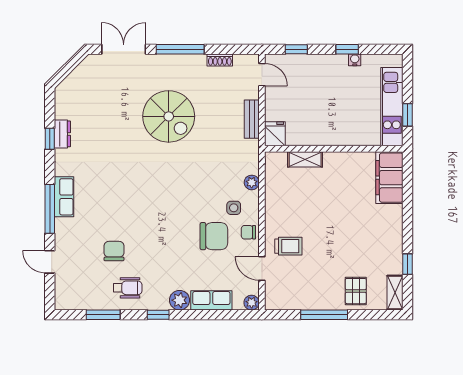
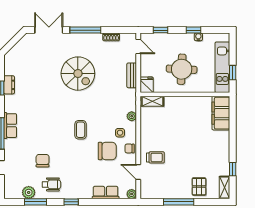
round table: (329, 110) -> (182, 69), added
shelving: (305, 159) -> (152, 101), moved
coffee table: (173, 203) -> (81, 130), added
plant: (180, 300) -> (29, 192), moved

